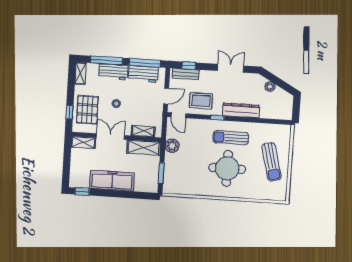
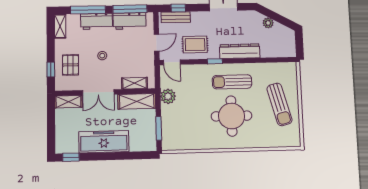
pallet: (87, 110) -> (71, 65), width x0.67, depth x0.71
double door: (110, 137) -> (98, 92), swing flipped

